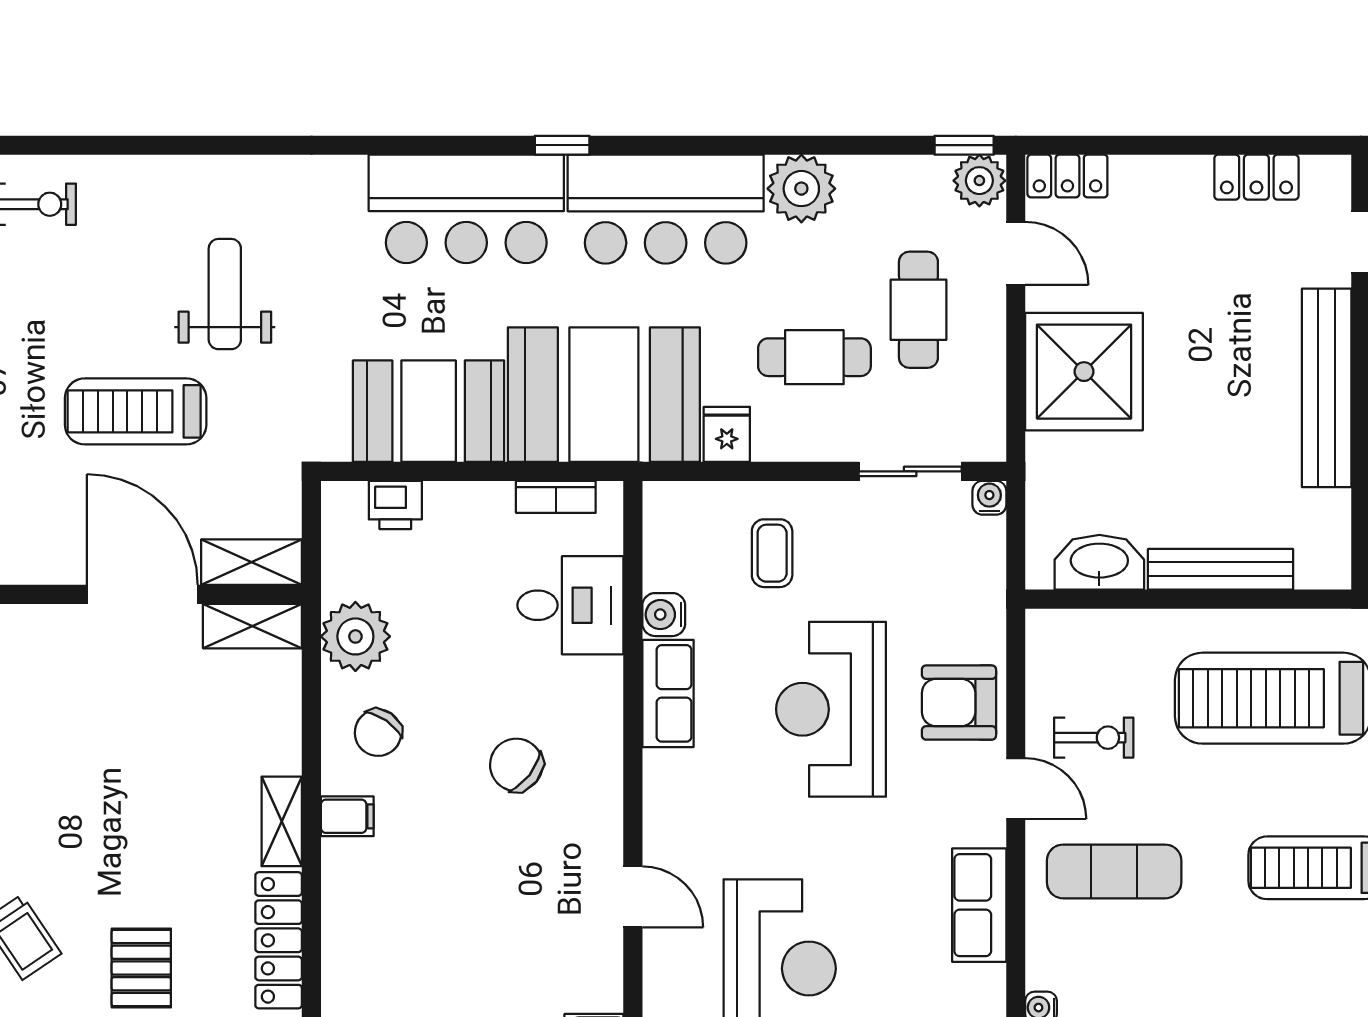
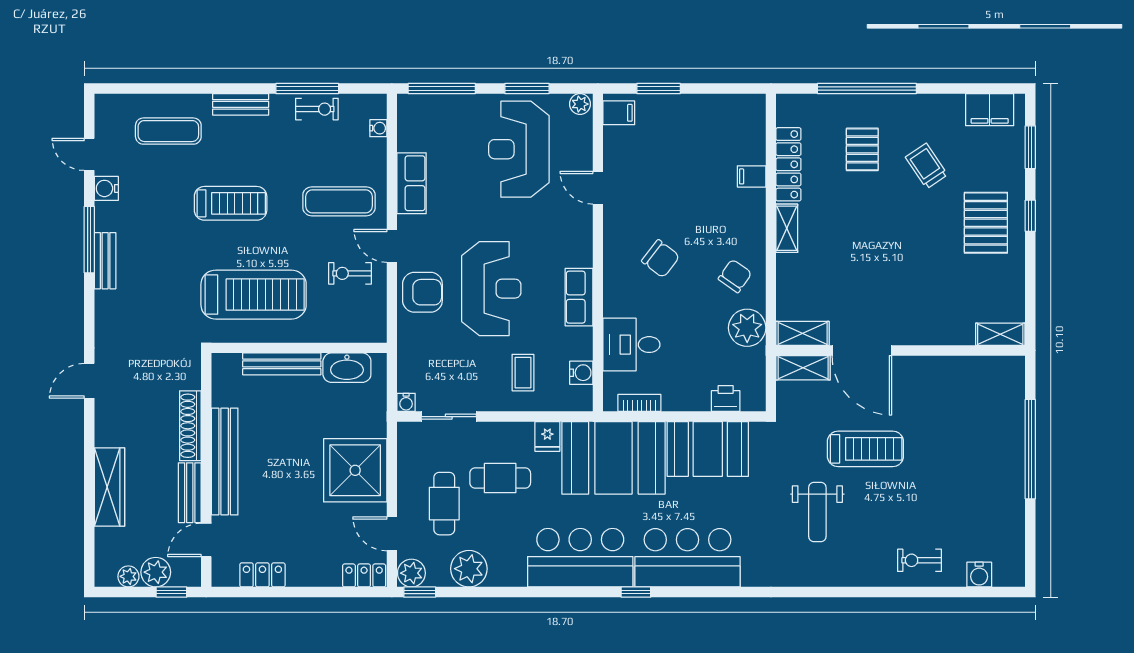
plant: (801, 189) -> (469, 569), moved
water cooler: (664, 615) -> (581, 373), moved
filing cabinet: (347, 816) -> (752, 176), moved

